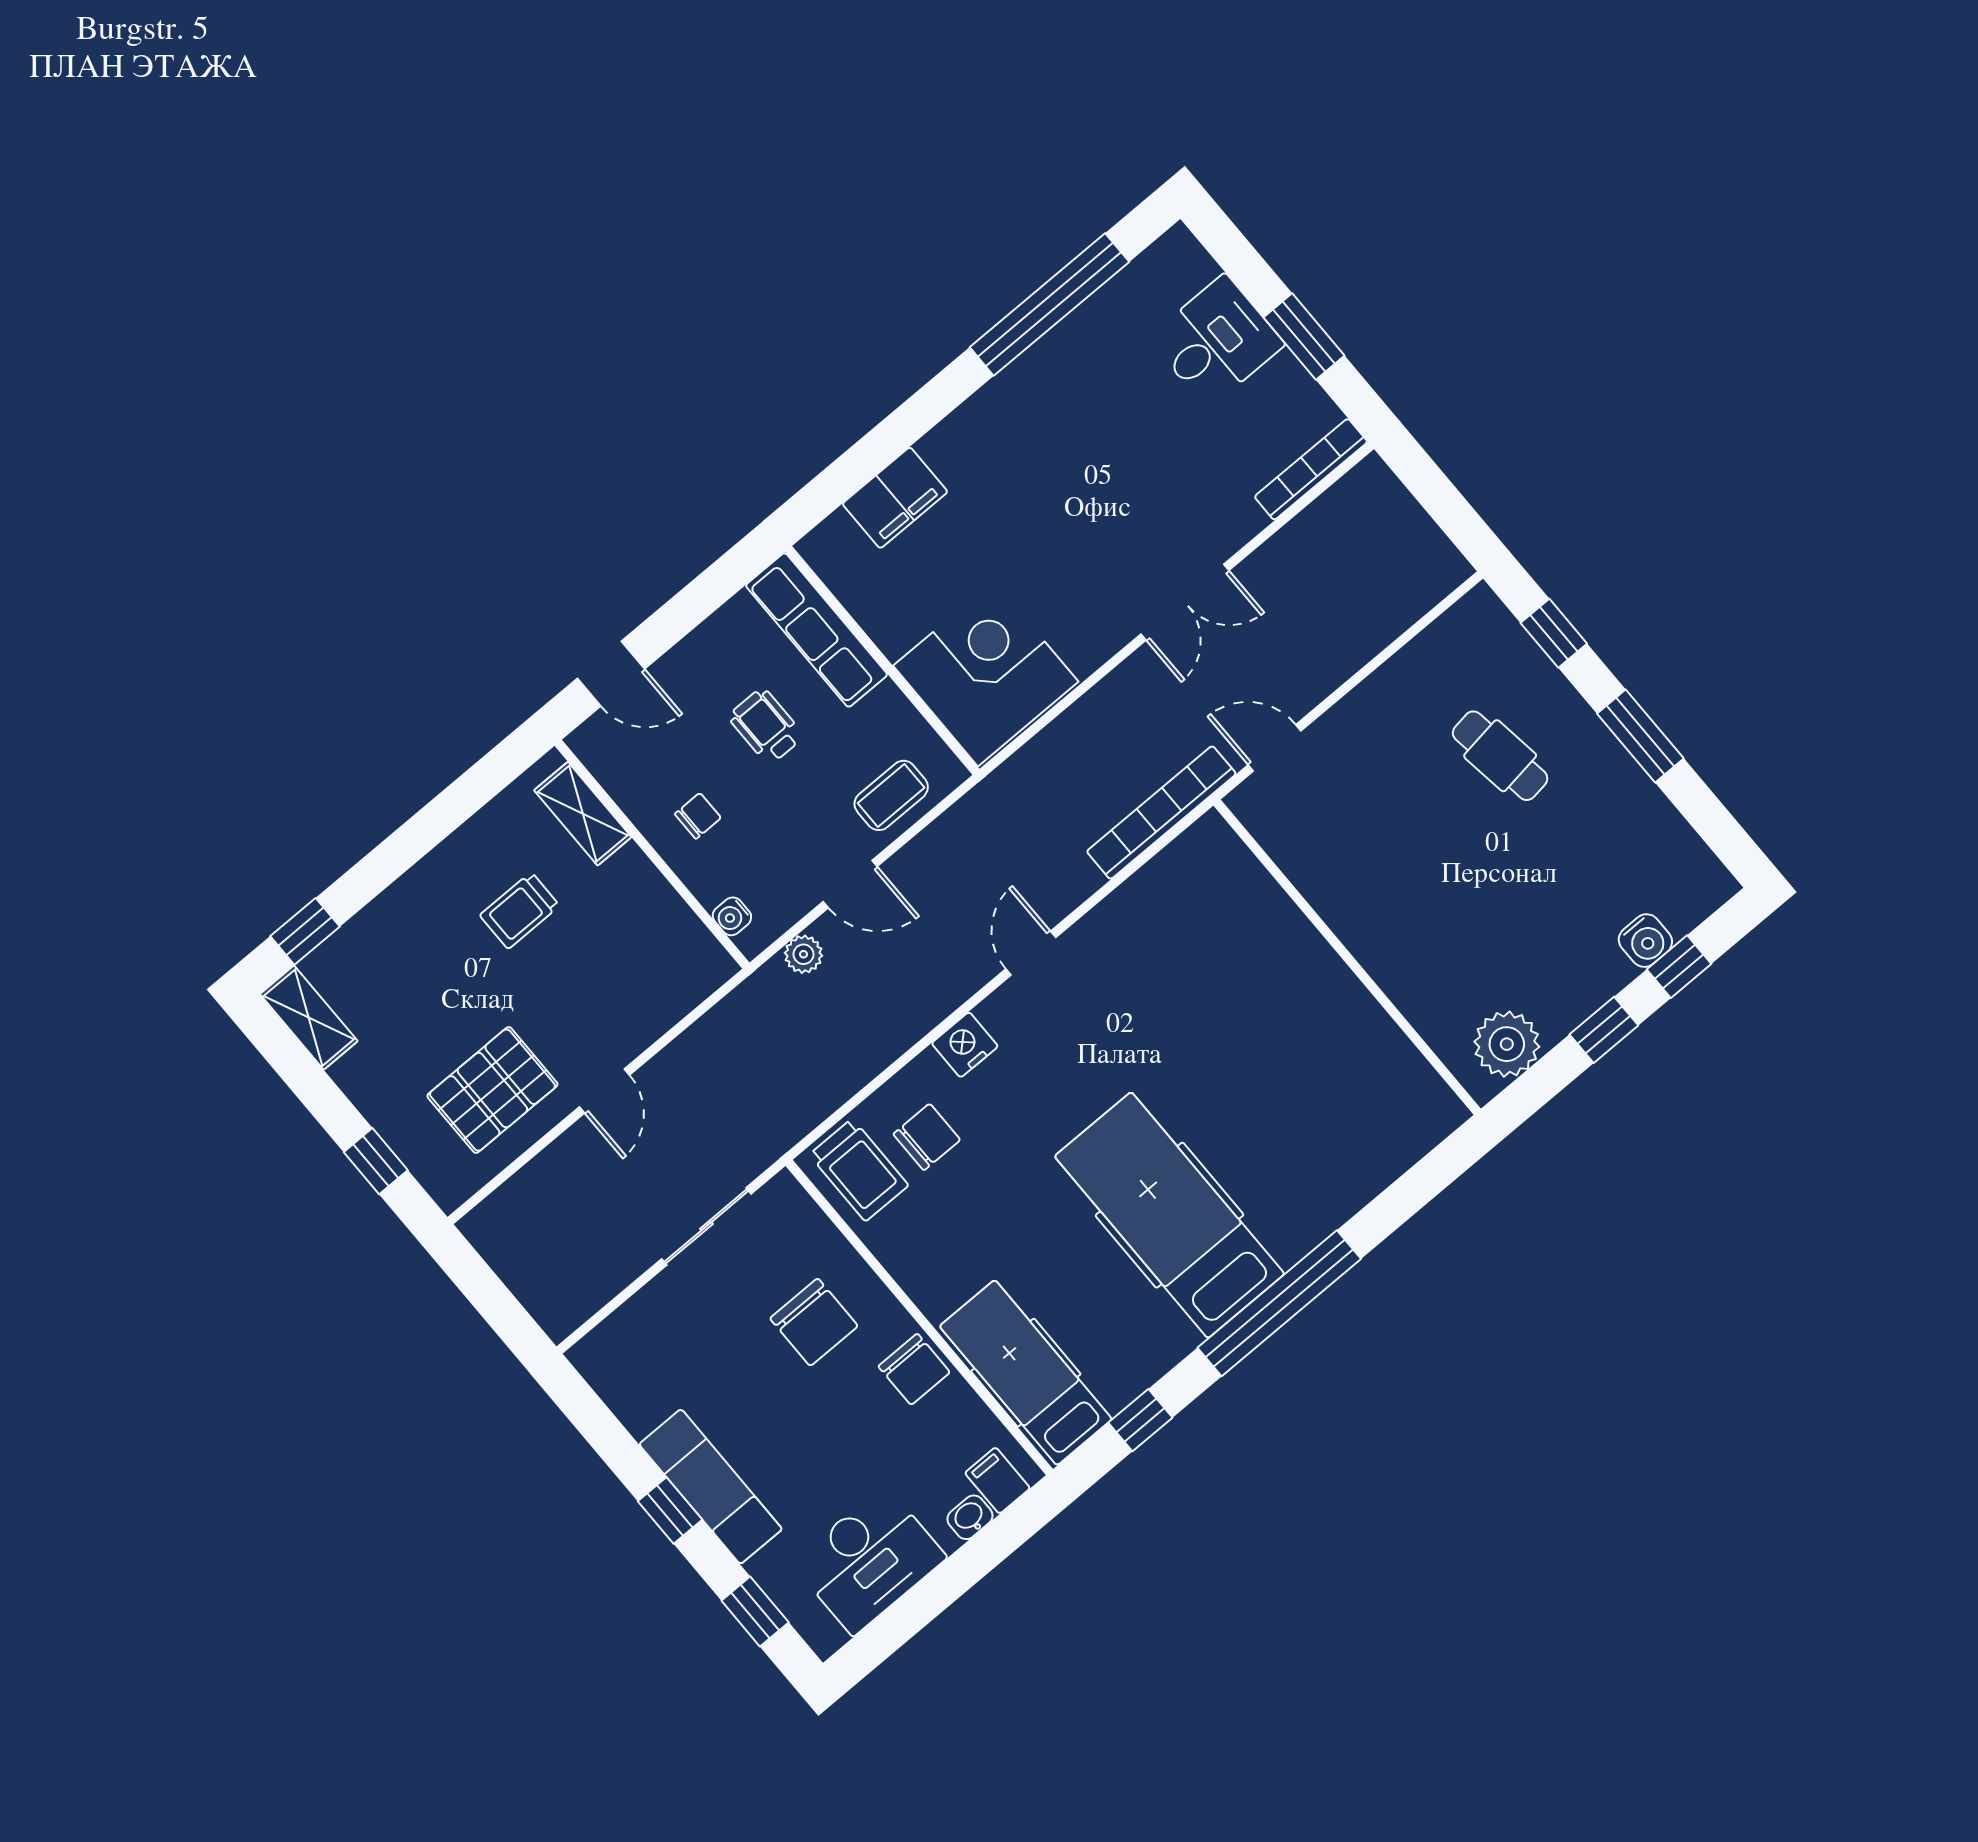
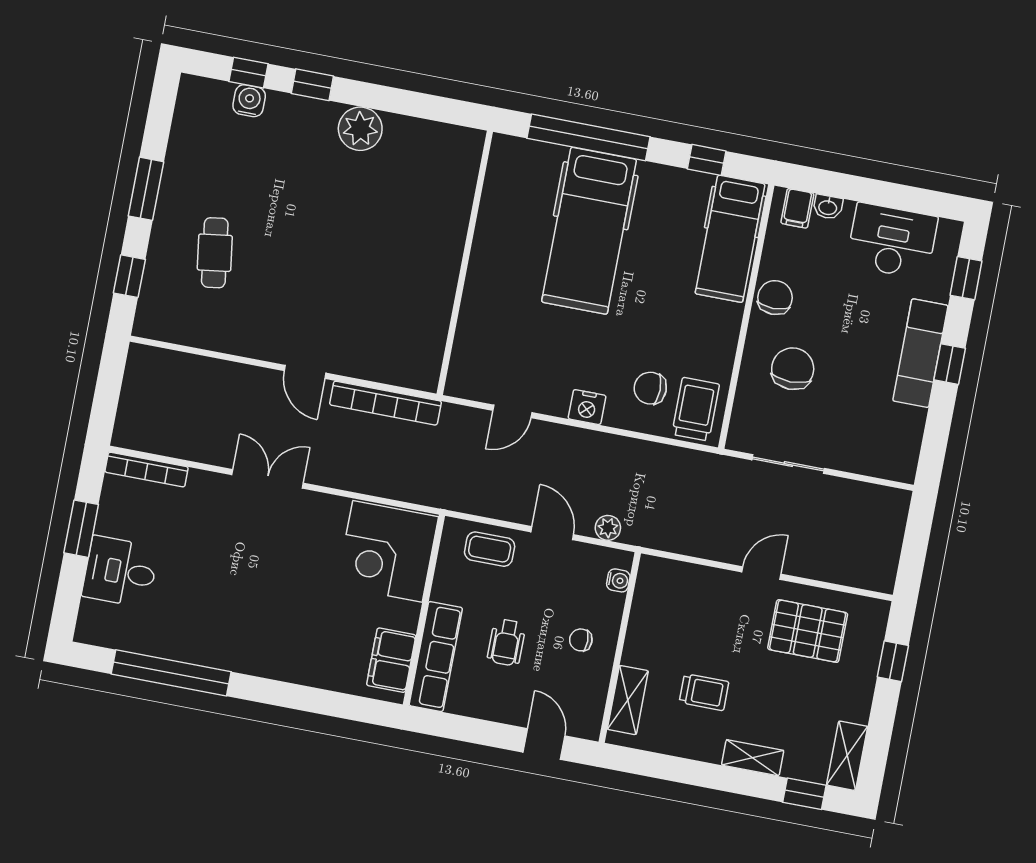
filing cabinet: (895, 498) -> (391, 660), moved, turned -90
shelving: (396, 905) -> (753, 758), added
wall: (1347, 957) -> (465, 263), moved

